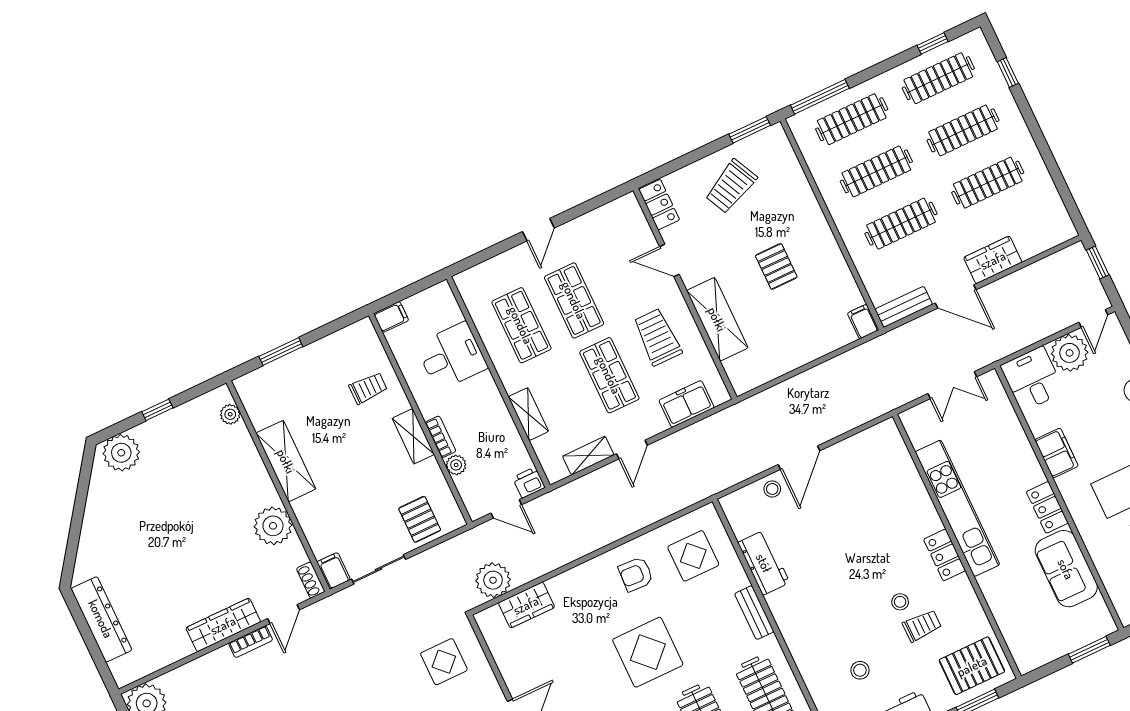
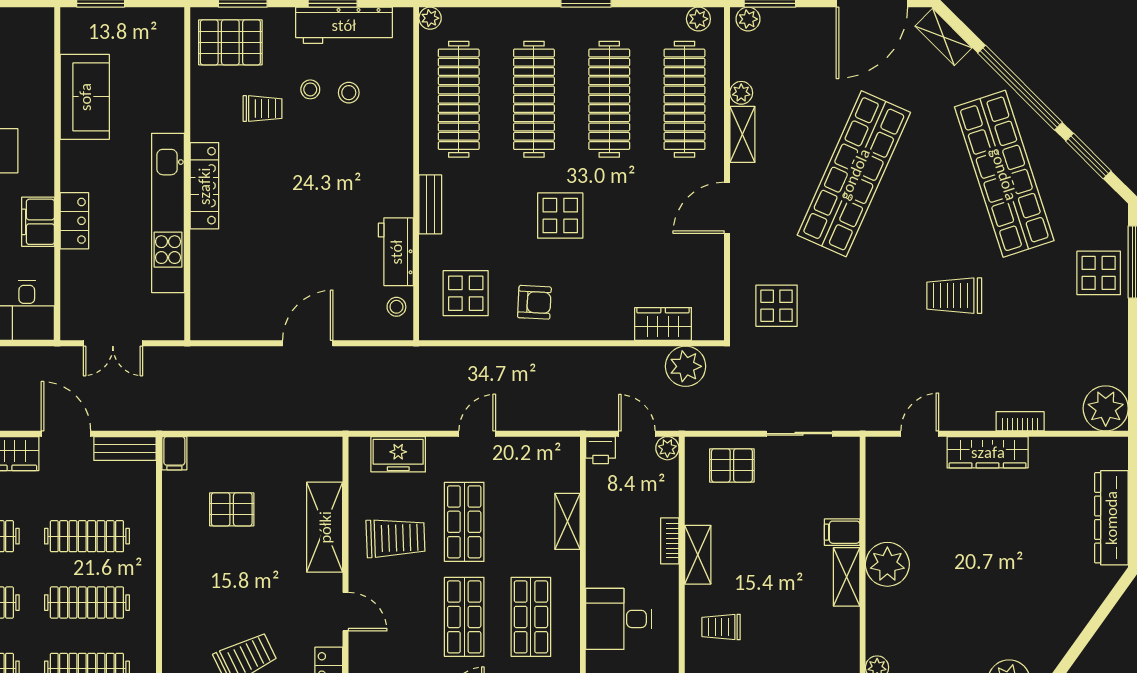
pallet: (776, 266) -> (232, 509), moved, turned 90
trolley: (657, 337) -> (396, 538), turned -92
double door: (952, 385) -> (113, 343), swing flipped
shelving: (588, 456) -> (526, 449), removed
shelving: (286, 461) -> (847, 577), width x0.67, depth x0.75
plant: (456, 465) -> (667, 448), moved
stool: (772, 489) -> (396, 307), moved
locker: (1047, 507) -> (74, 221), moved
pallet: (420, 519) -> (732, 465), turned 90
plant: (273, 526) -> (887, 564), moved
locker: (945, 555) -> (204, 186), width x1.53
filing cabinet: (334, 571) -> (842, 532), moved, turned 90
shoe rack: (311, 580) -> (875, 456), removed
stool: (900, 602) -> (310, 89), moved
trolley: (922, 626) -> (263, 109), turned 180
bookcase: (251, 642) -> (1020, 421), moved
display table: (648, 652) -> (560, 216), width x0.73, depth x0.73

